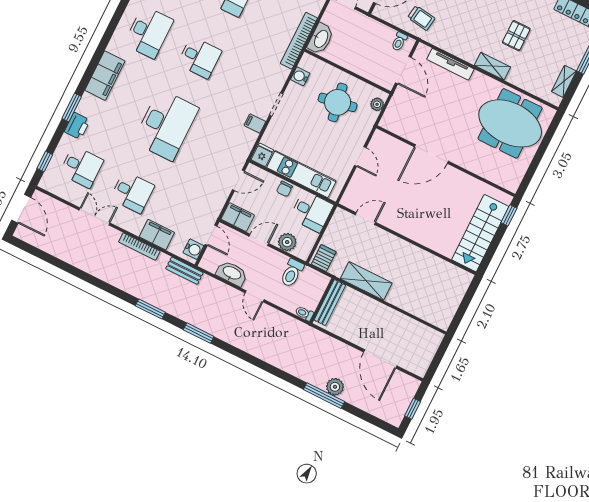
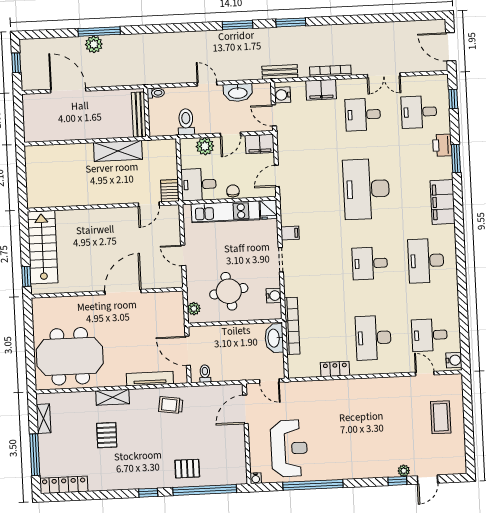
trolley: (421, 18) -> (171, 405), moved
server rack: (324, 258) -> (170, 191), moved, turned 180

